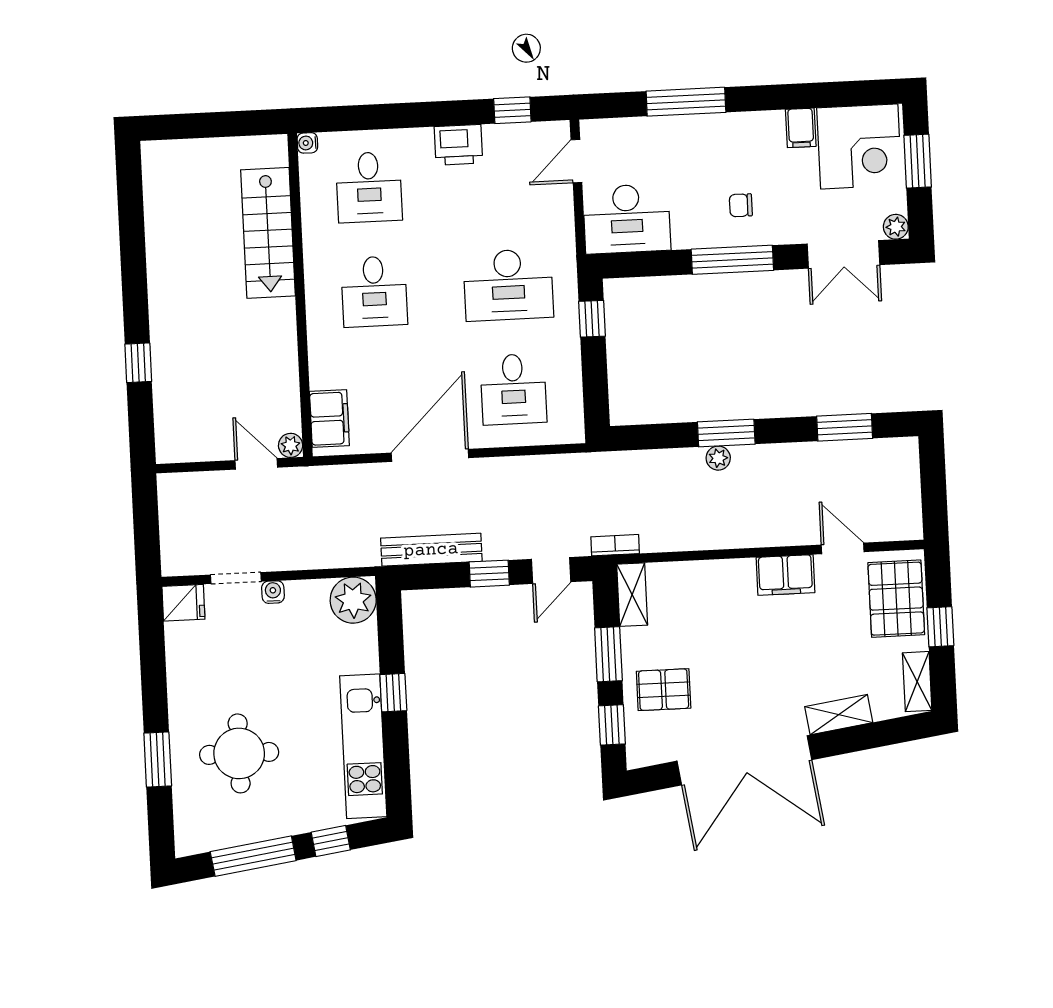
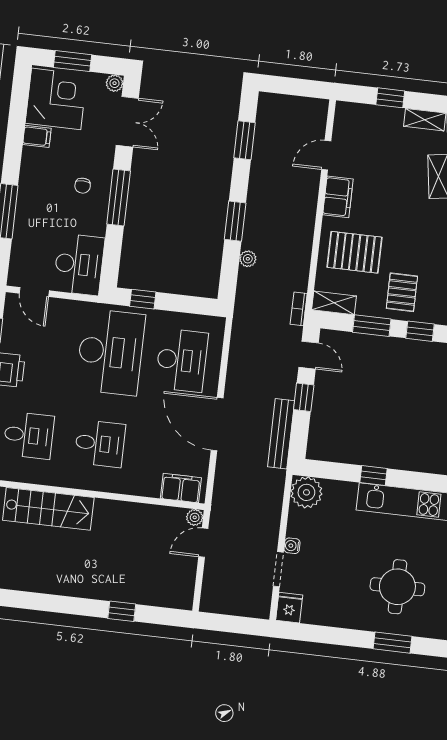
desk: (508, 285) -> (110, 352), width x1.36, depth x1.30
desk: (513, 389) -> (182, 360), width x1.37
plant: (718, 458) -> (248, 259), moved
pallet: (896, 599) -> (355, 252), moved

